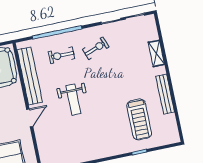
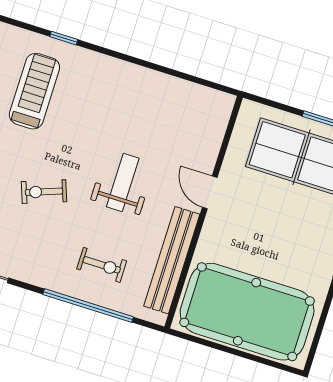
exercise bike: (96, 48) -> (44, 192), moved
door: (30, 118) -> (210, 192), hinge flipped

